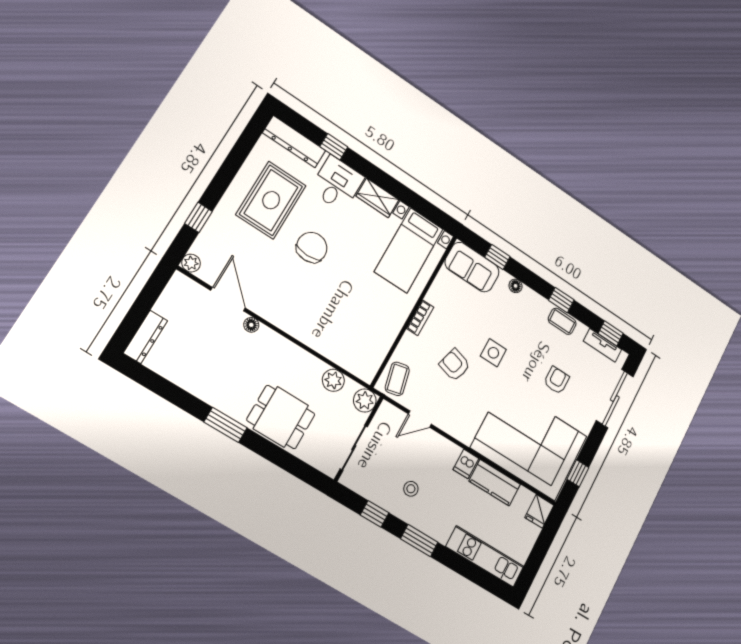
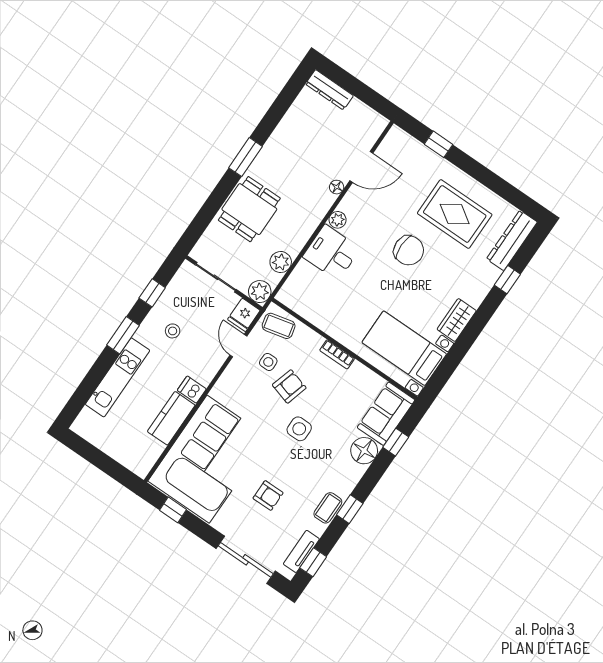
desk: (337, 184) -> (332, 253), moved, turned 180
plant: (191, 263) -> (338, 220), moved
floor lamp: (516, 286) -> (364, 451), width x1.89, depth x1.89
side table: (433, 387) -> (268, 362), added
fridge: (539, 511) -> (244, 315), moved, turned -90
kitchen unit: (485, 556) -> (118, 377), moved

